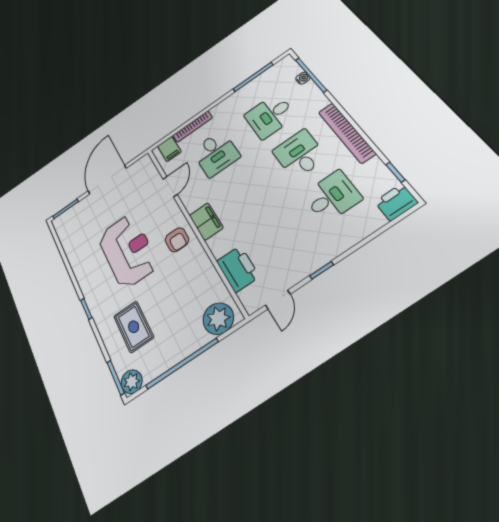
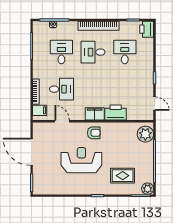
desk: (270, 116) -> (61, 52), turned 180
printer: (238, 269) -> (116, 113), moved

